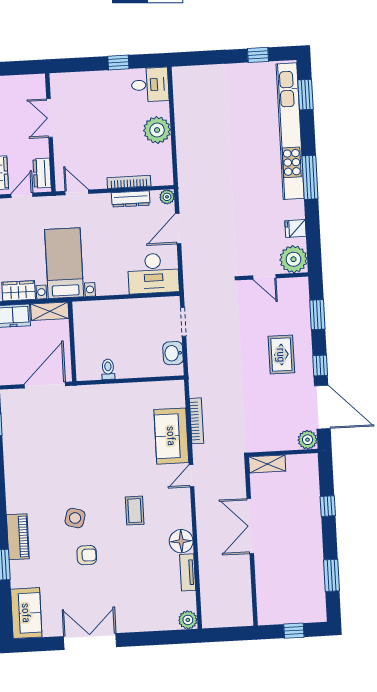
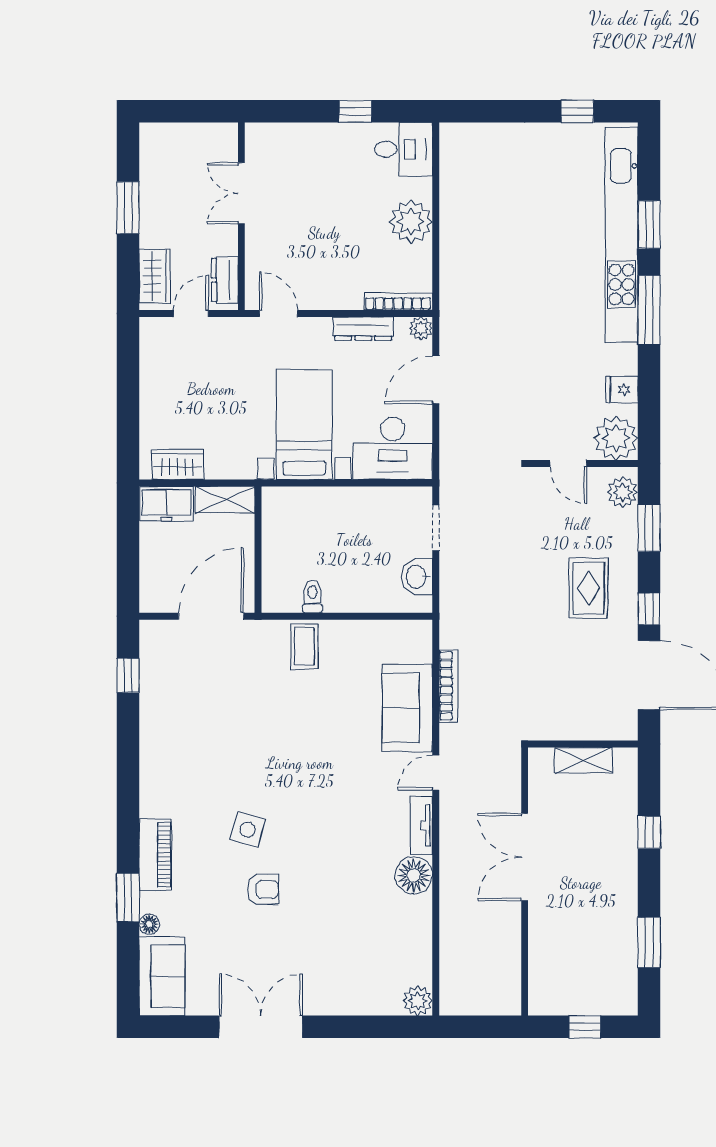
window: (305, 95) -> (649, 225), moved
bookcase: (129, 182) -> (398, 301), moved
bed with nightstands: (64, 263) -> (304, 425), moved
plant: (308, 440) -> (623, 492), moved
shelving: (267, 464) -> (583, 760), moved
coffee table: (135, 511) -> (305, 647), moved
tv unit: (188, 572) -> (421, 825), moved
floor lamp: (16, 581) -> (149, 924), added

